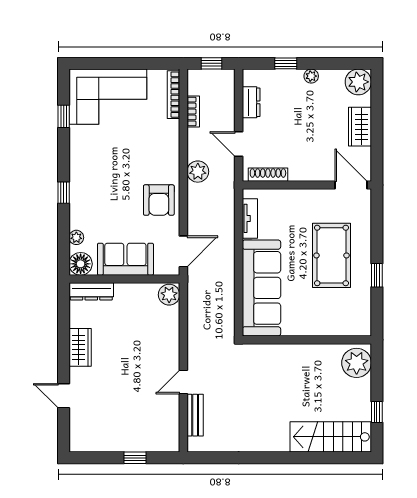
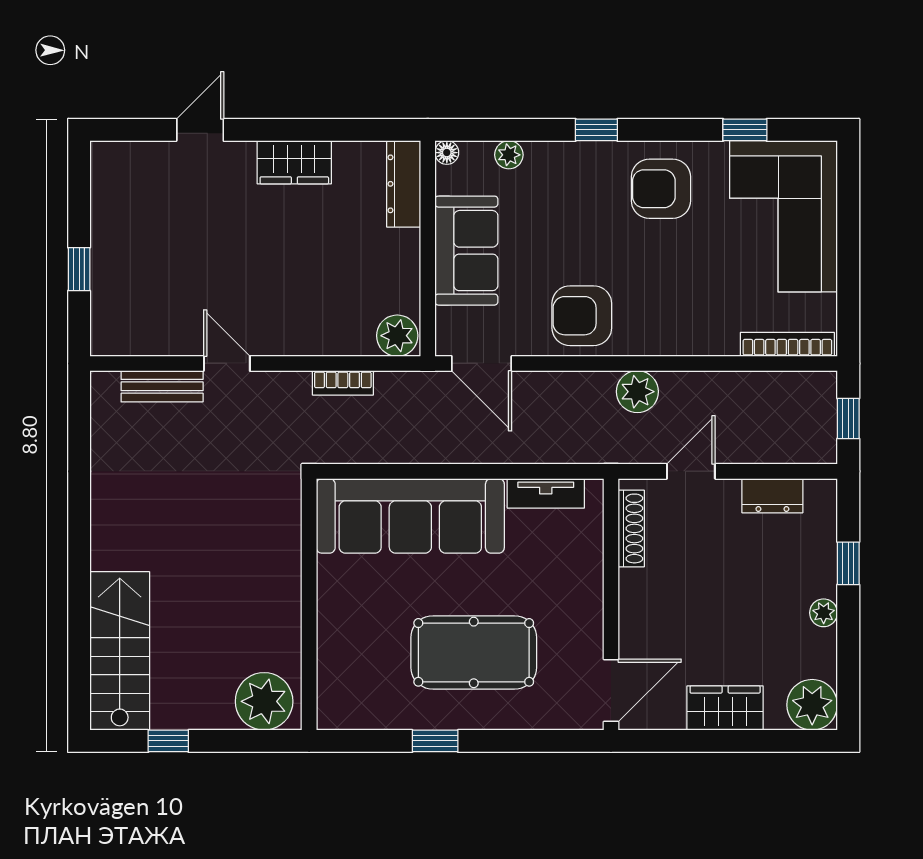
bookcase: (193, 111) -> (343, 383), moved
armchair: (94, 159) -> (661, 189), added
floor lamp: (81, 264) -> (447, 153), width x0.53, depth x0.53

